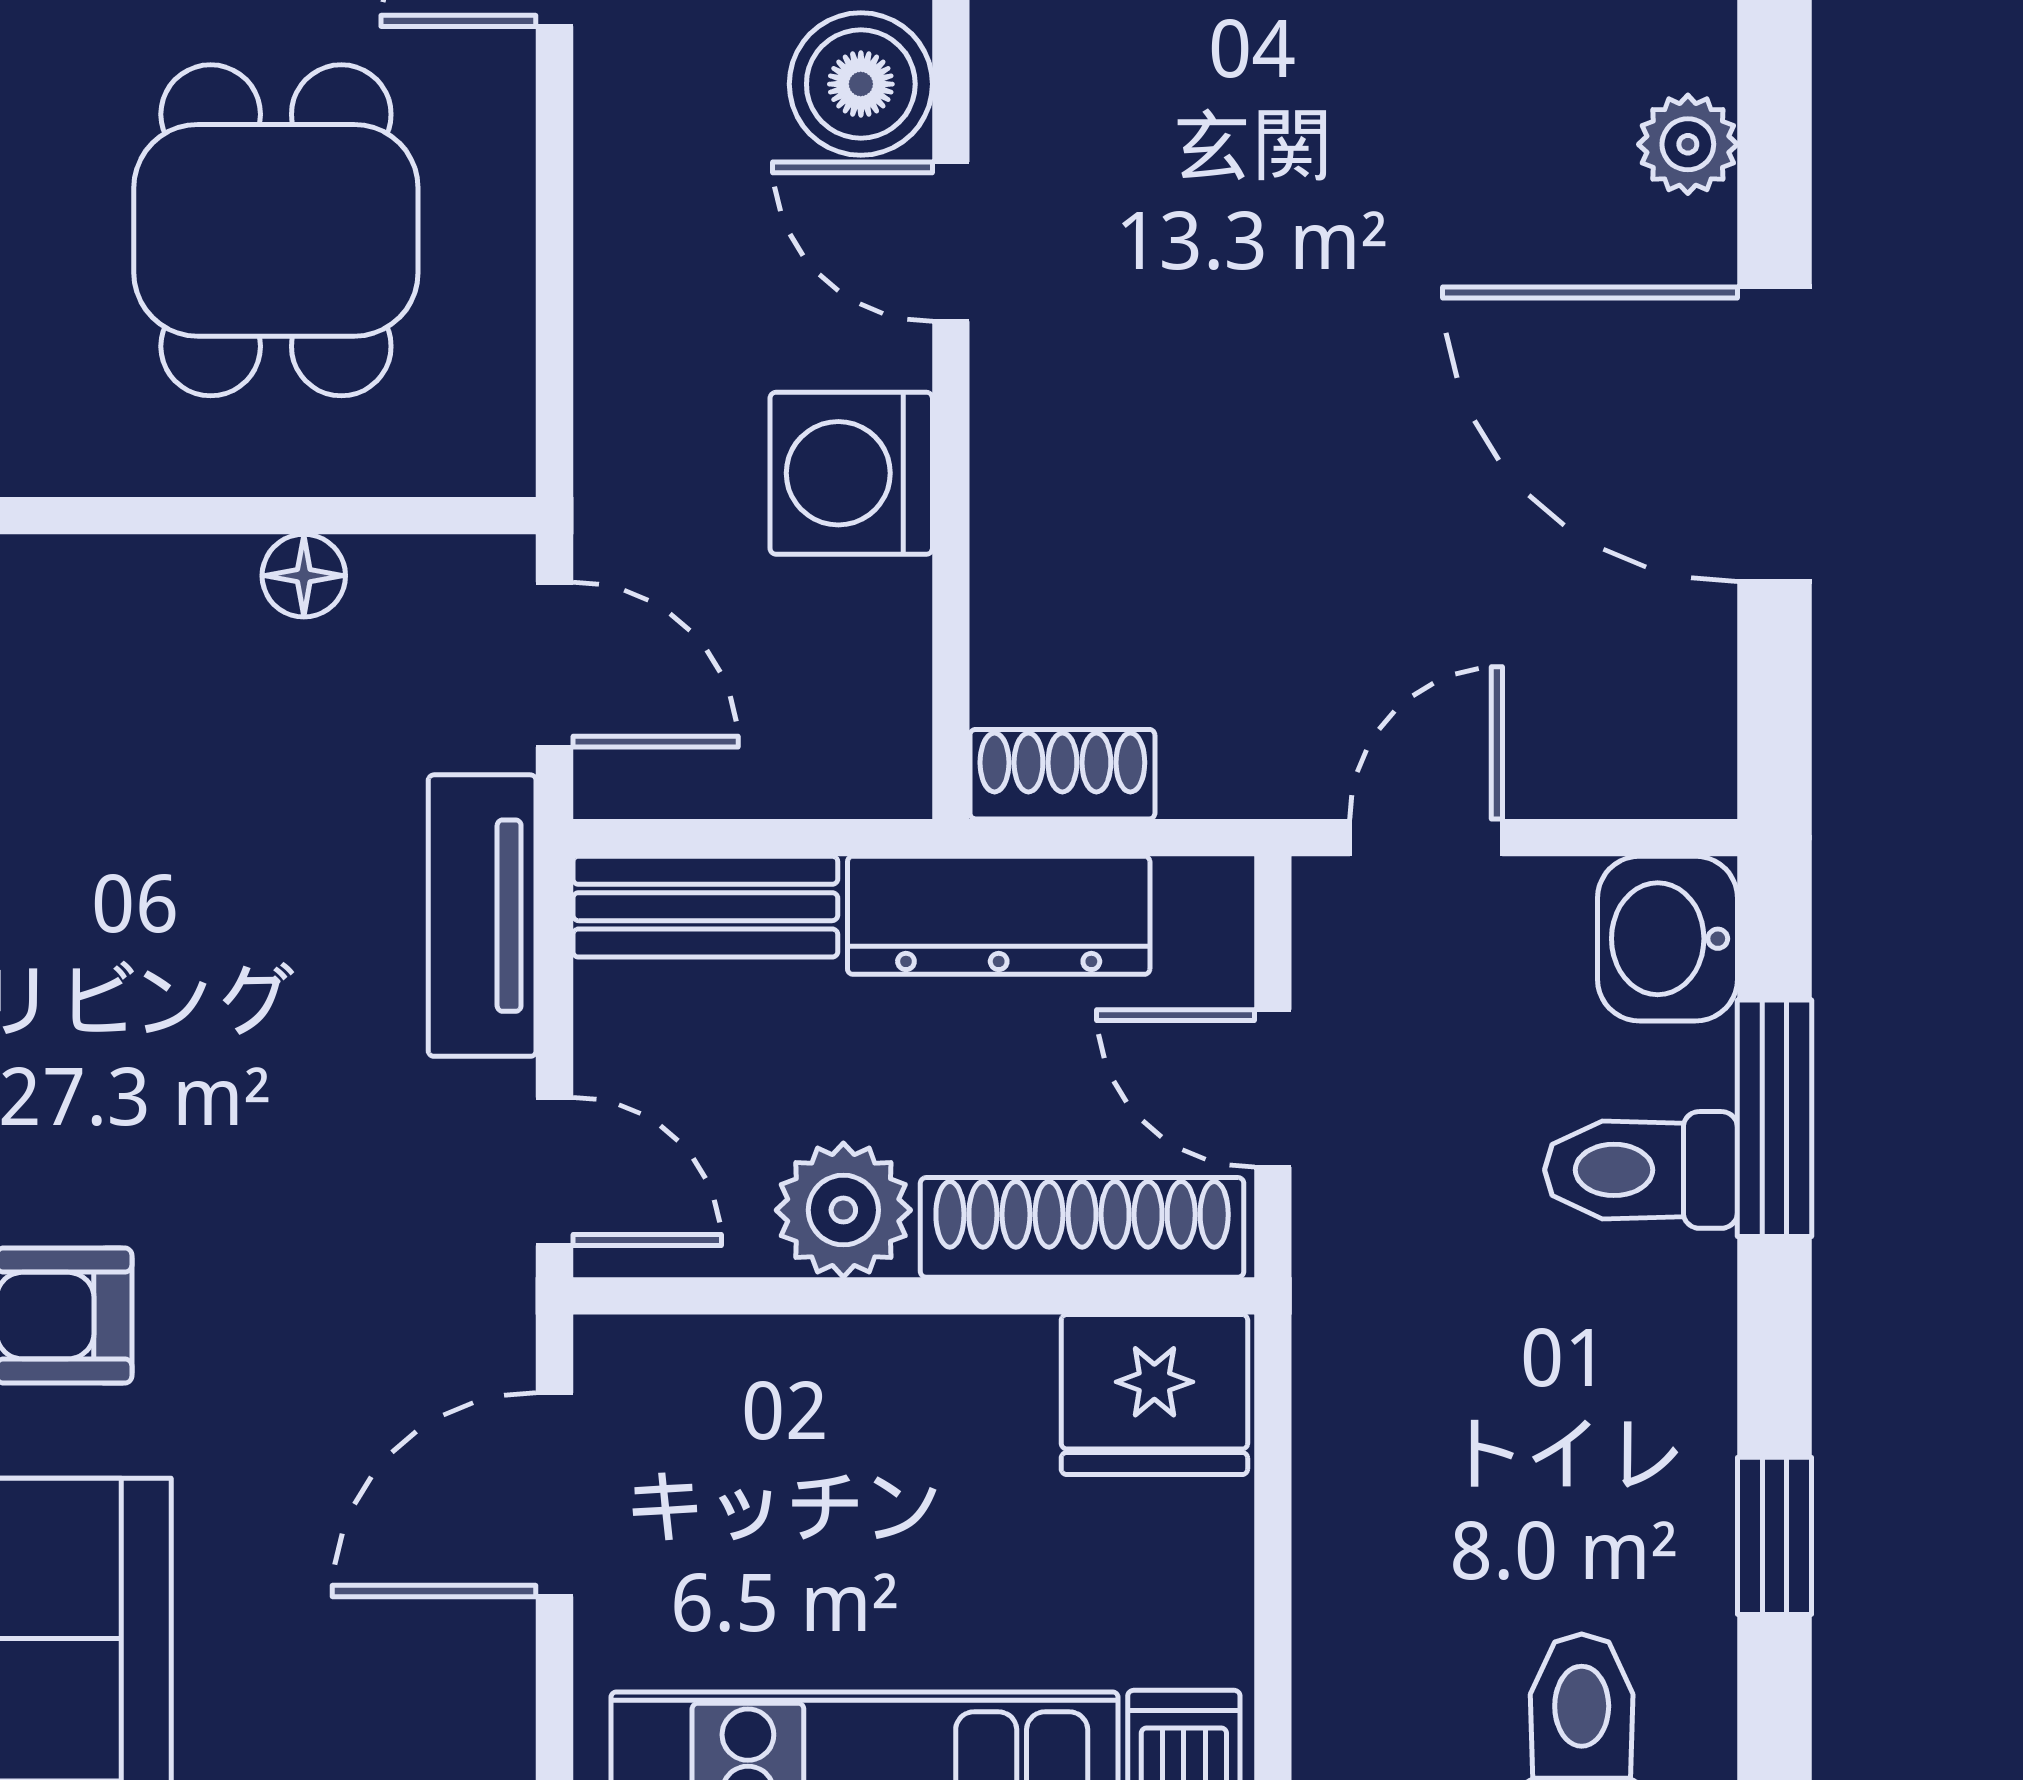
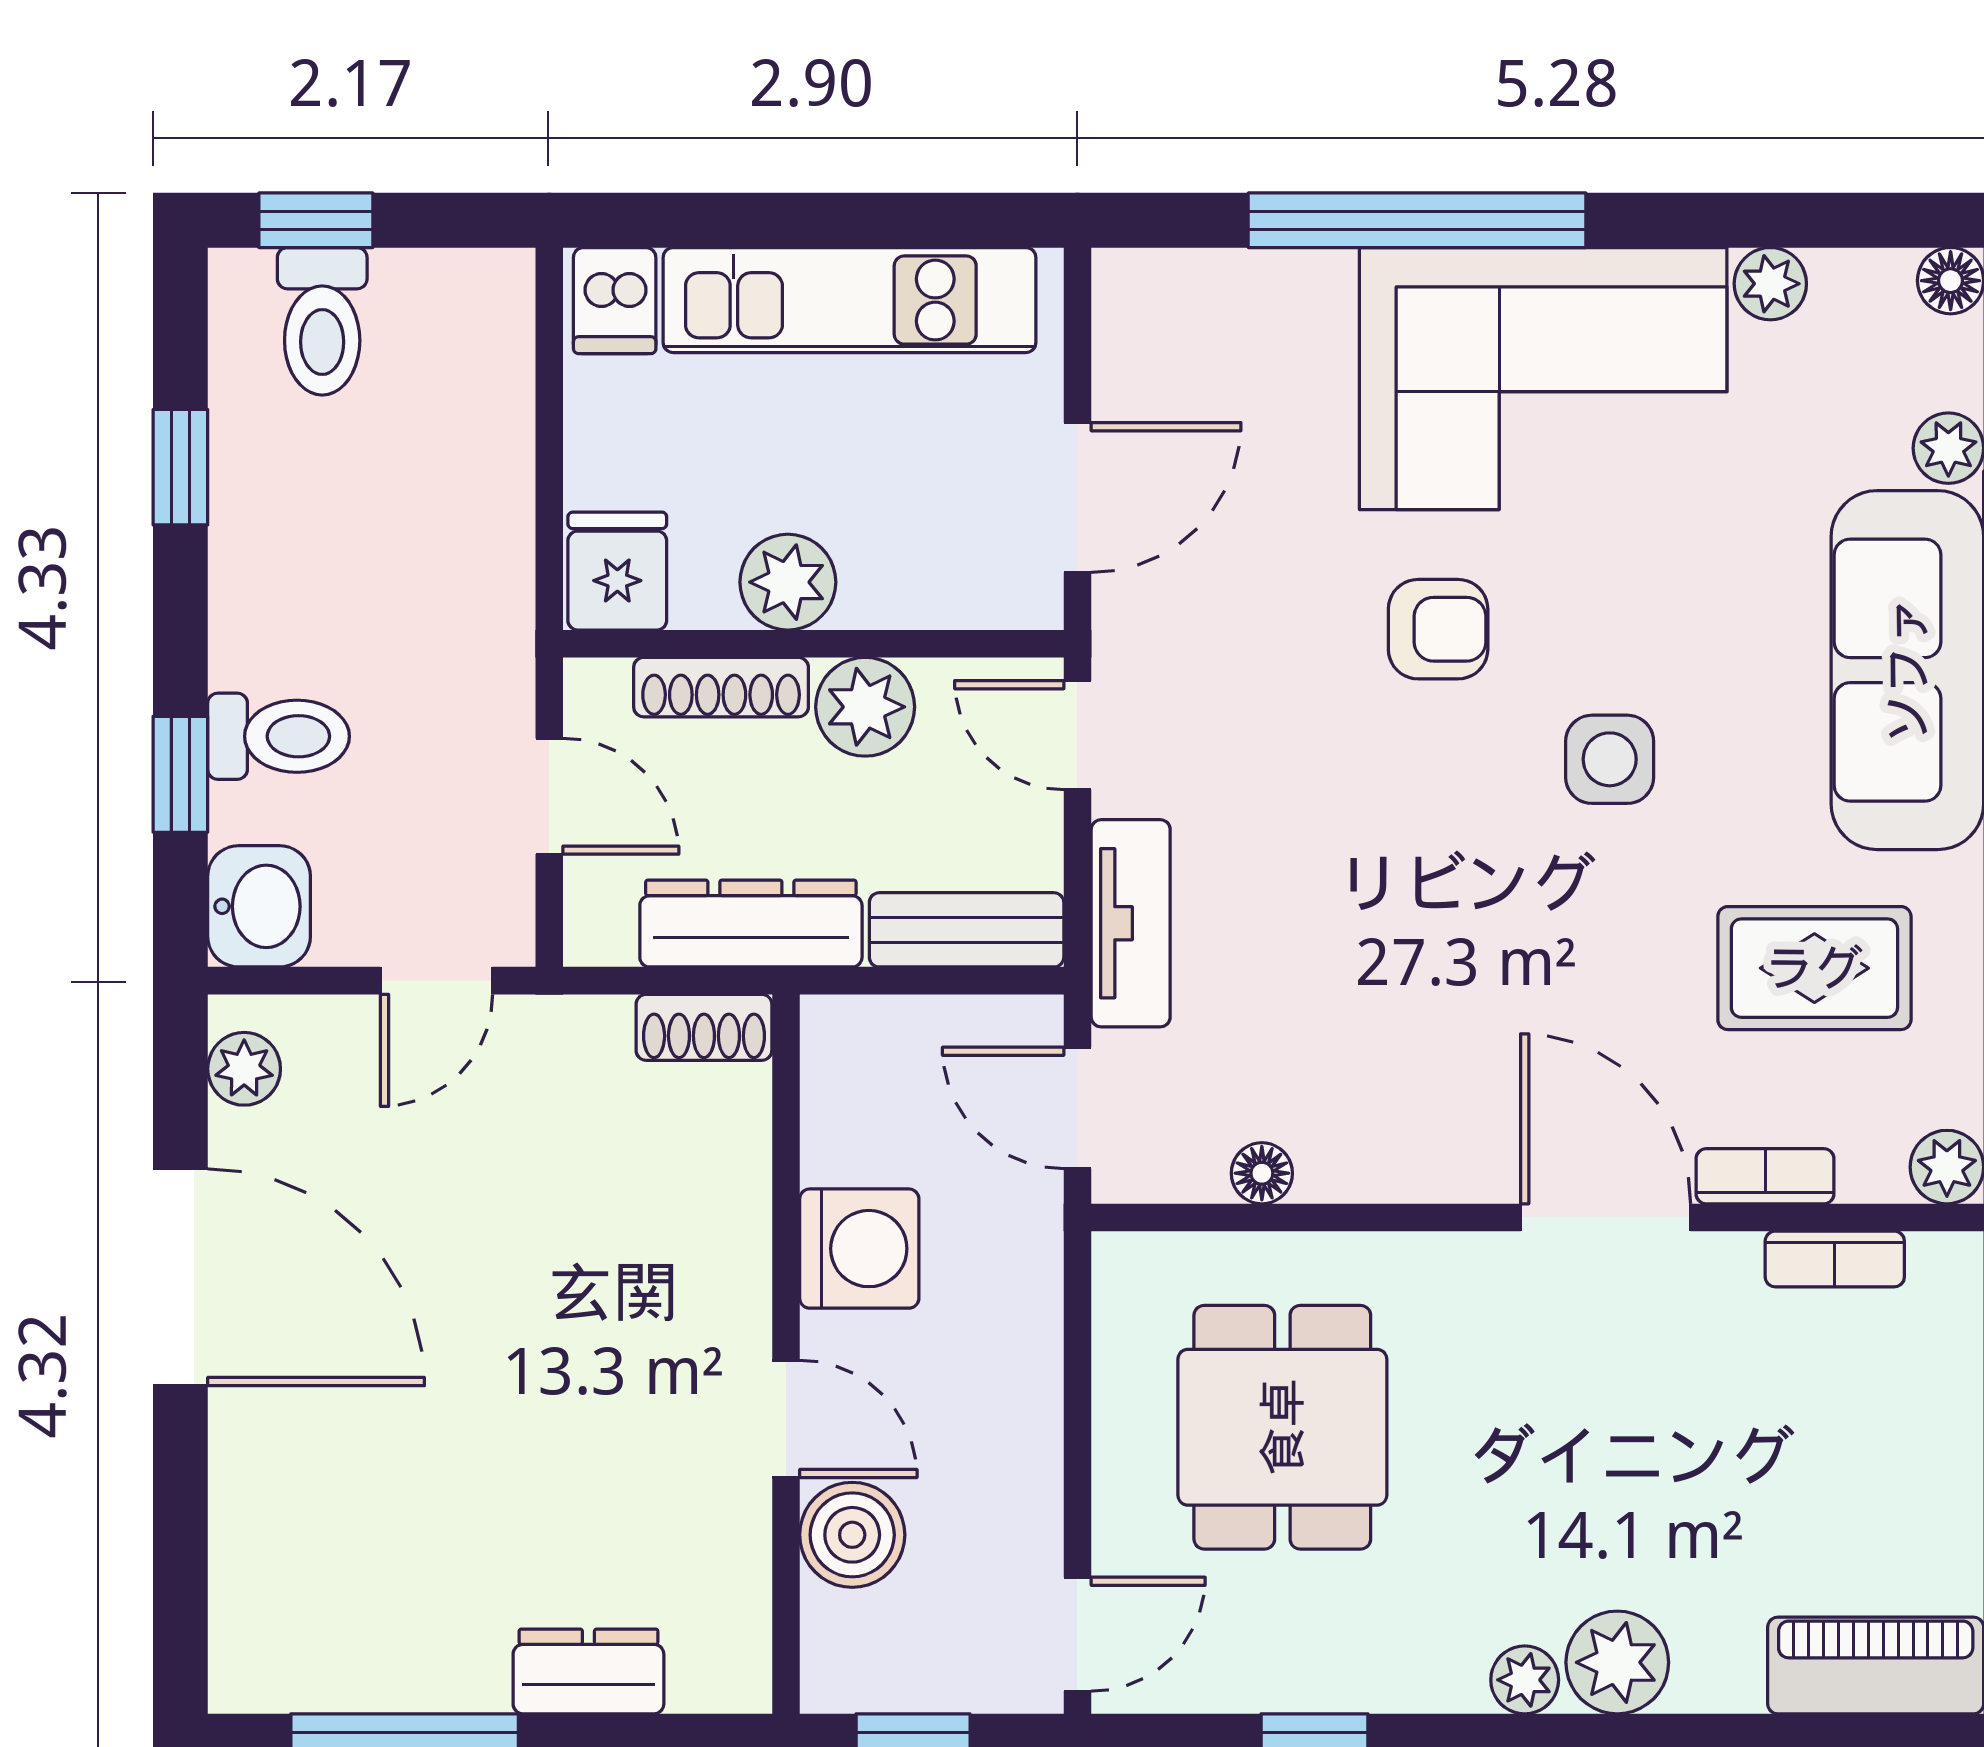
plant: (1688, 144) -> (244, 1069), moved
window: (1774, 1118) -> (180, 774), width x0.67
shoe rack: (1082, 1227) -> (721, 687), width x0.74, depth x0.81
plant: (948, 1380) -> (788, 582), added
fridge: (1154, 1395) -> (617, 571), width x0.72

